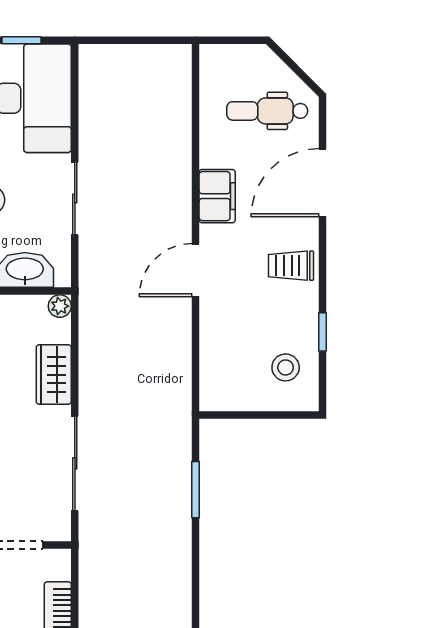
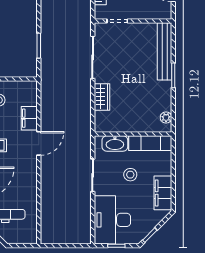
filing cabinet: (217, 196) -> (29, 118), moved
plant: (60, 306) -> (99, 127), removed

